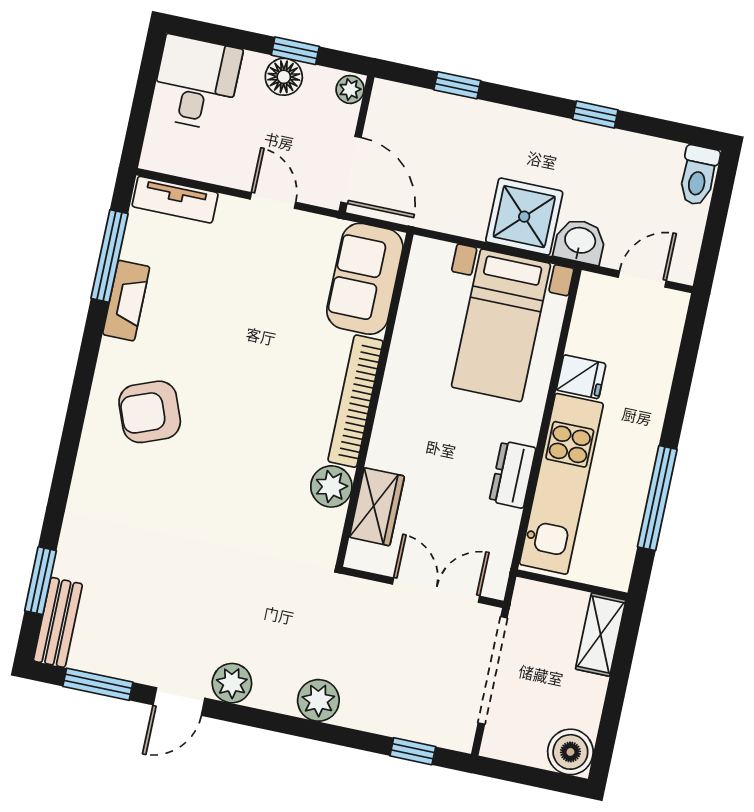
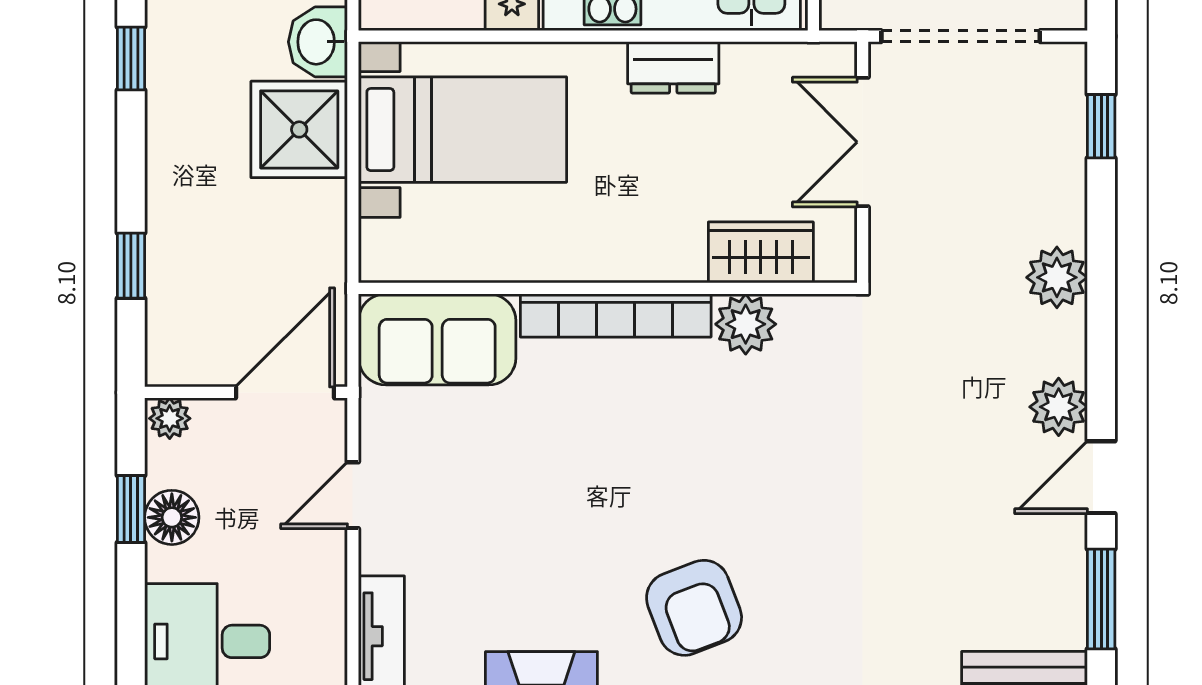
door: (179, 702) -> (1101, 477), swing flipped

